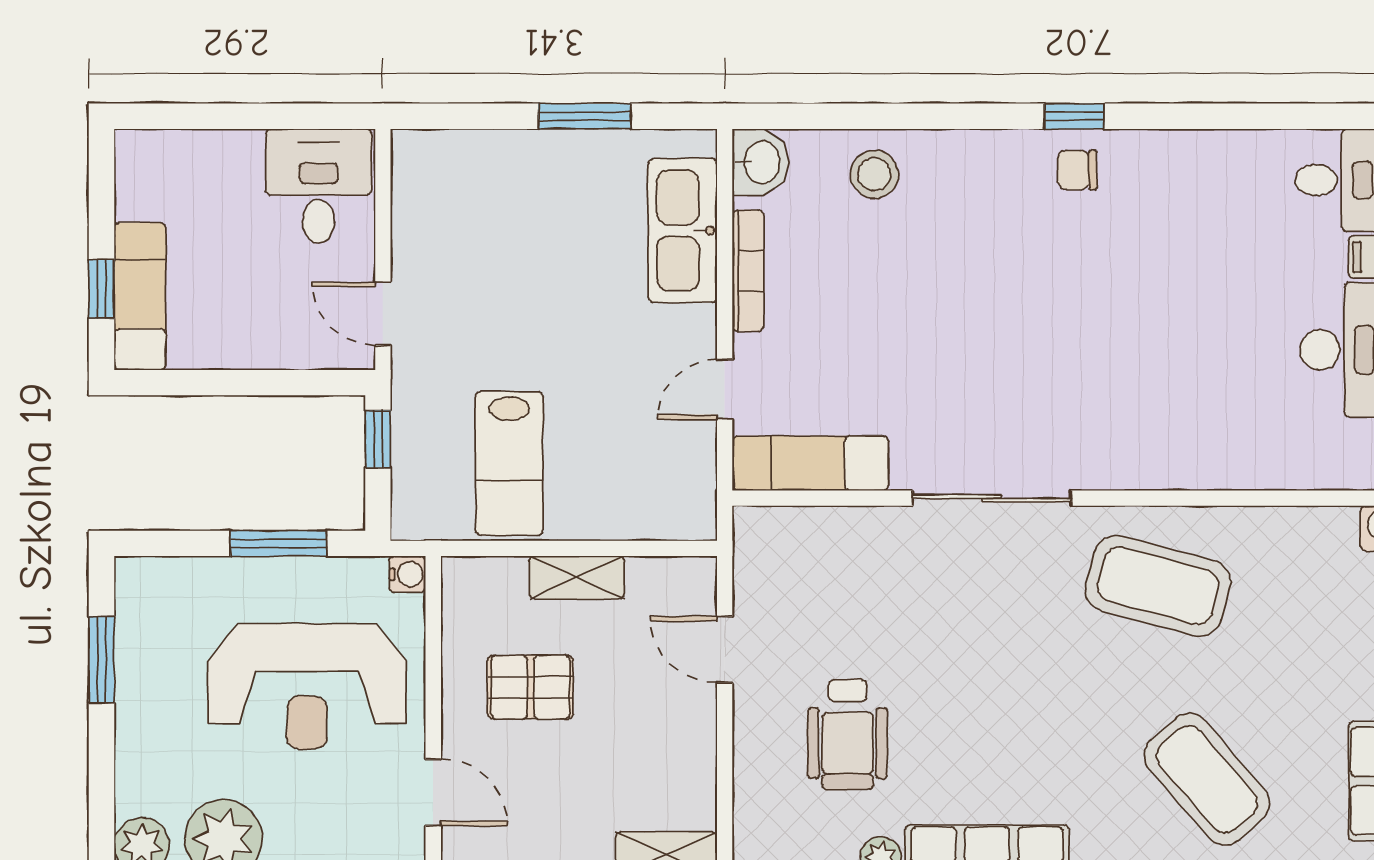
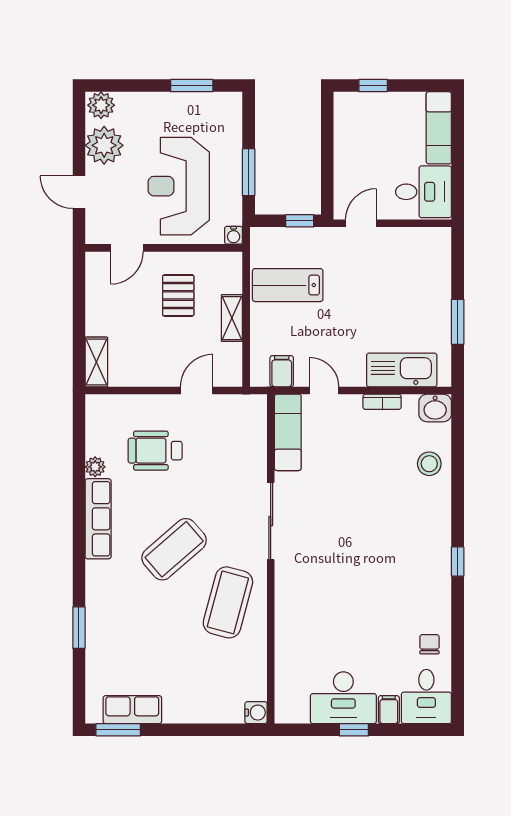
chair: (1077, 170) -> (429, 644), moved
bookcase: (748, 271) -> (382, 402), width x0.64
exam couch: (140, 296) -> (439, 128), moved, turned 90
filing cabinet: (685, 476) -> (282, 371), added
coffee table: (1207, 779) -> (174, 549), moved

